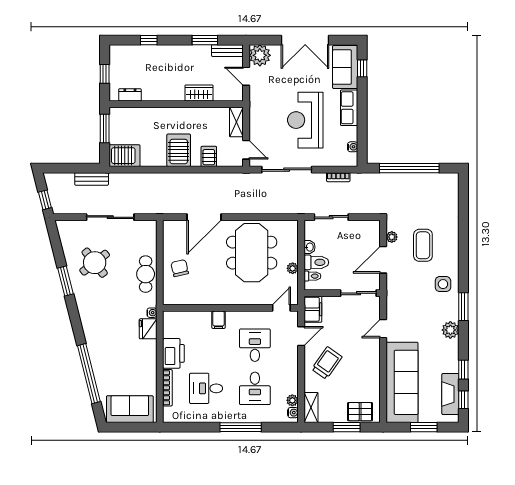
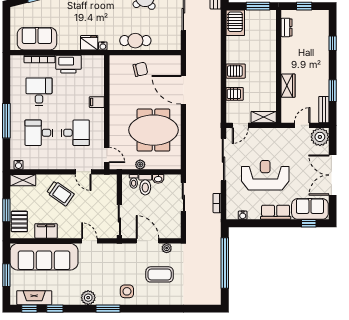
server rack: (179, 150) -> (236, 71), width x0.73, depth x0.70
filing cabinet: (313, 309) -> (46, 231), moved, turned 180
plant: (292, 400) -> (29, 164), removed
sofa: (130, 409) -> (37, 39), moved, turned -90

